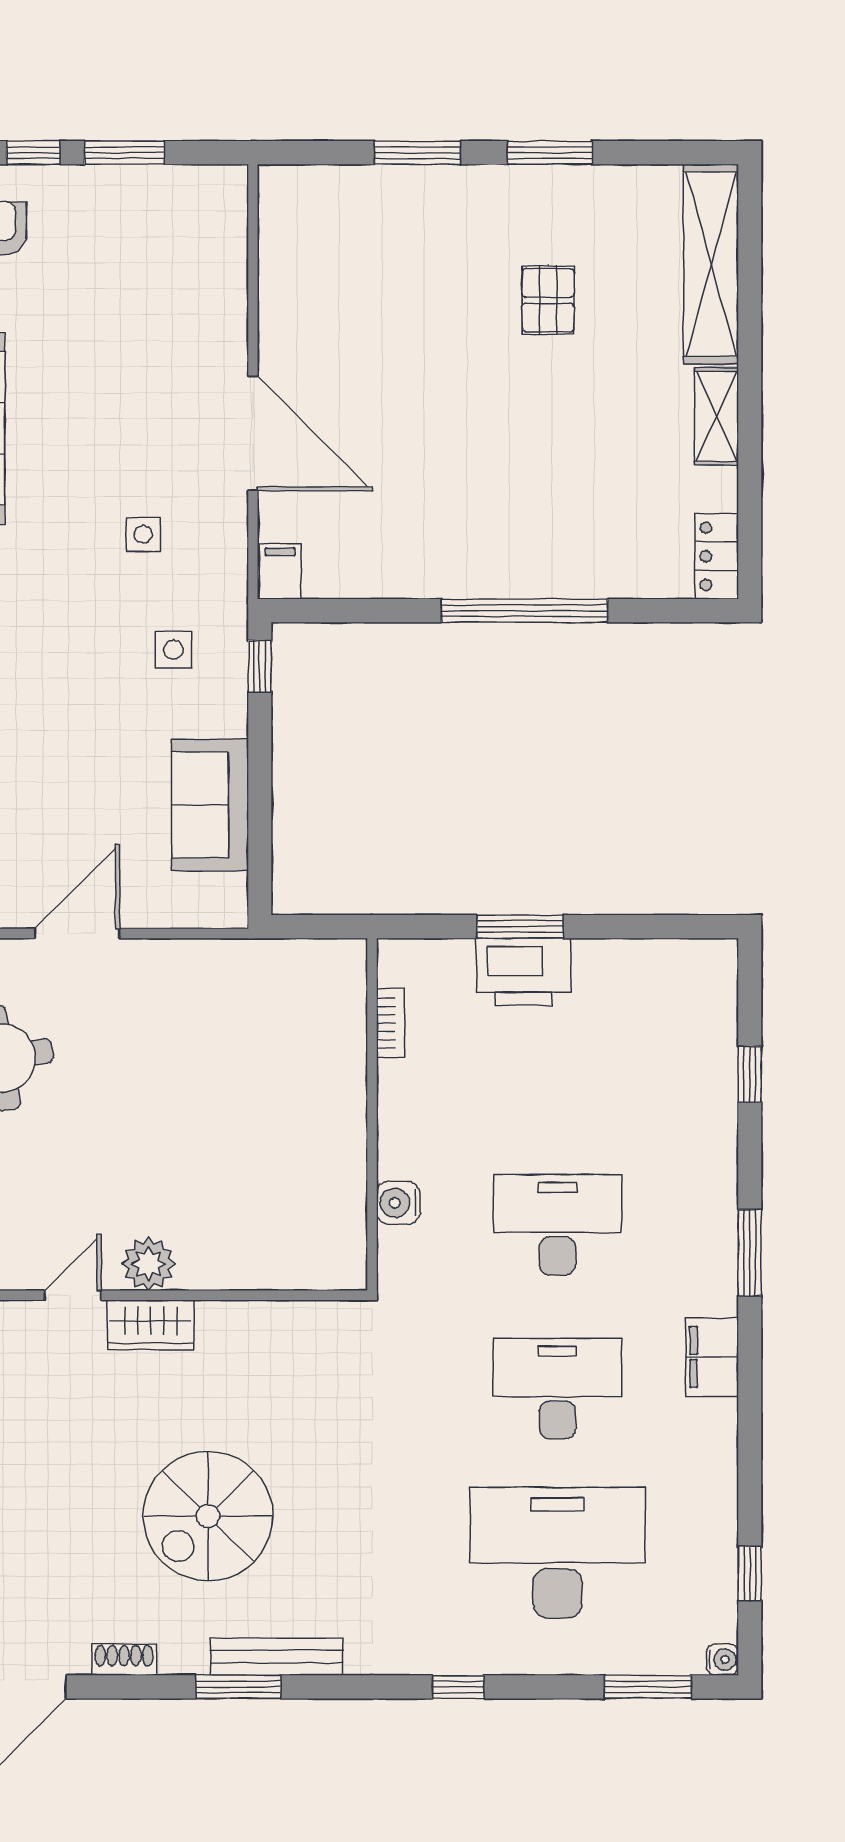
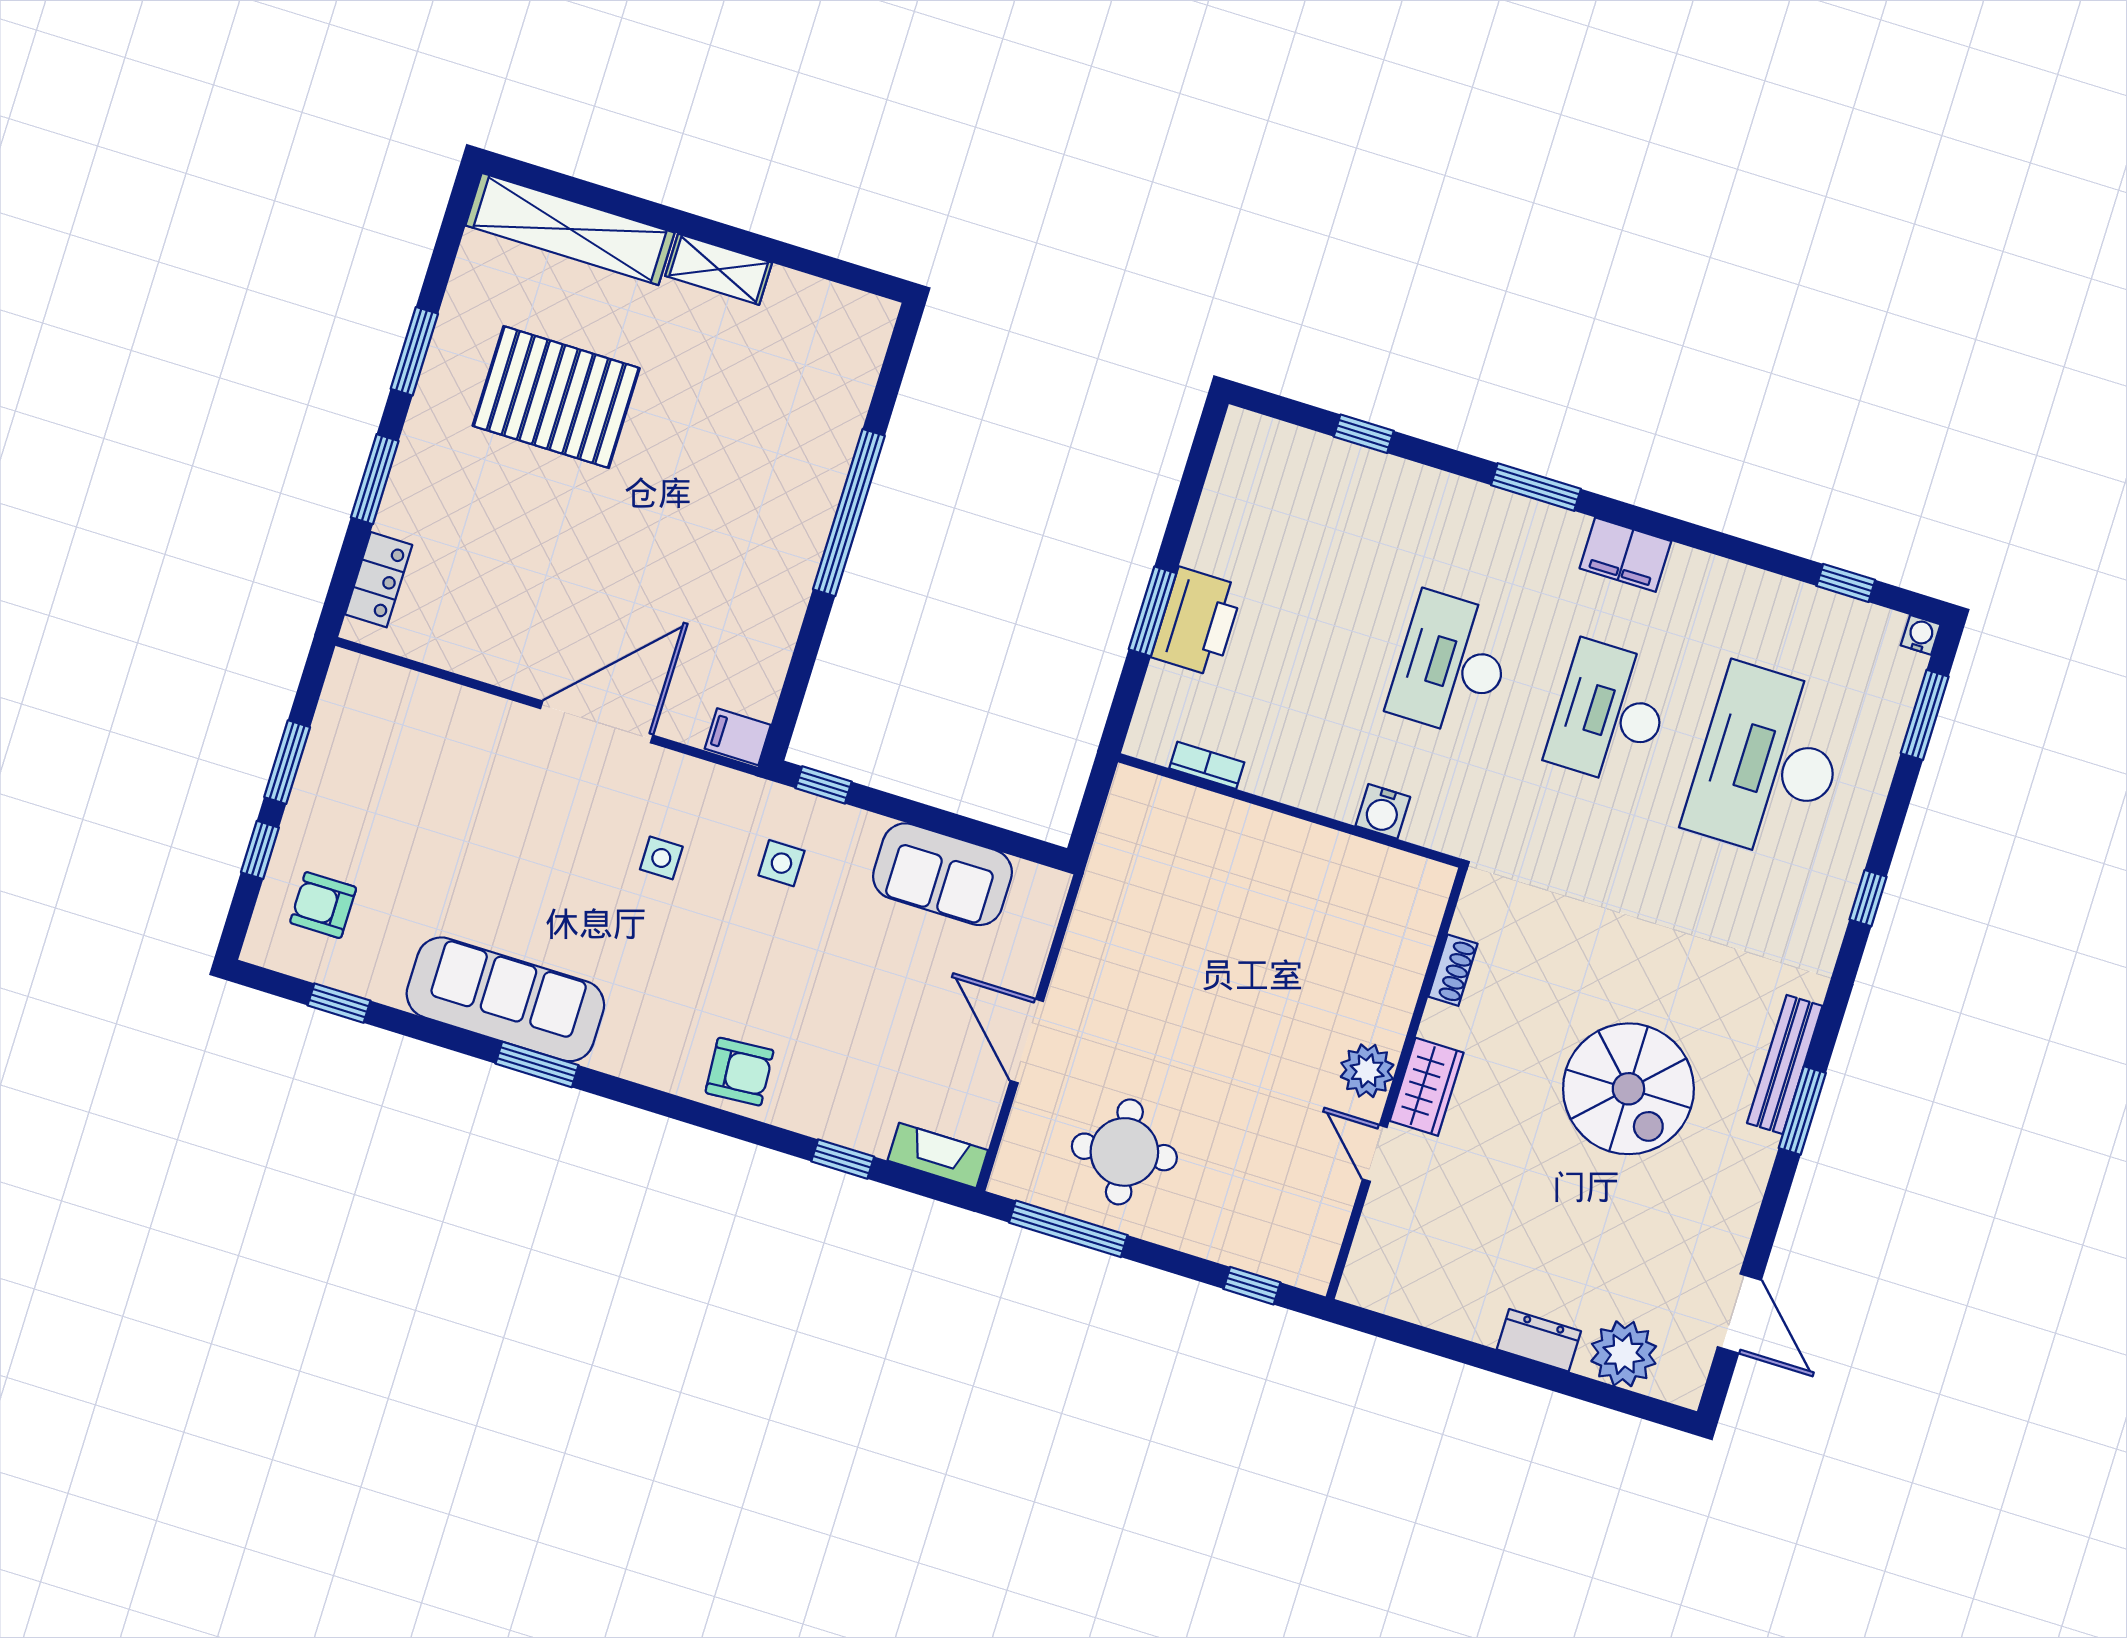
pallet: (548, 300) -> (556, 397), width x2.05, depth x2.00
locker: (717, 556) -> (379, 580), moved, turned -90
shoe rack: (124, 1660) -> (1453, 970), moved, turned 180

